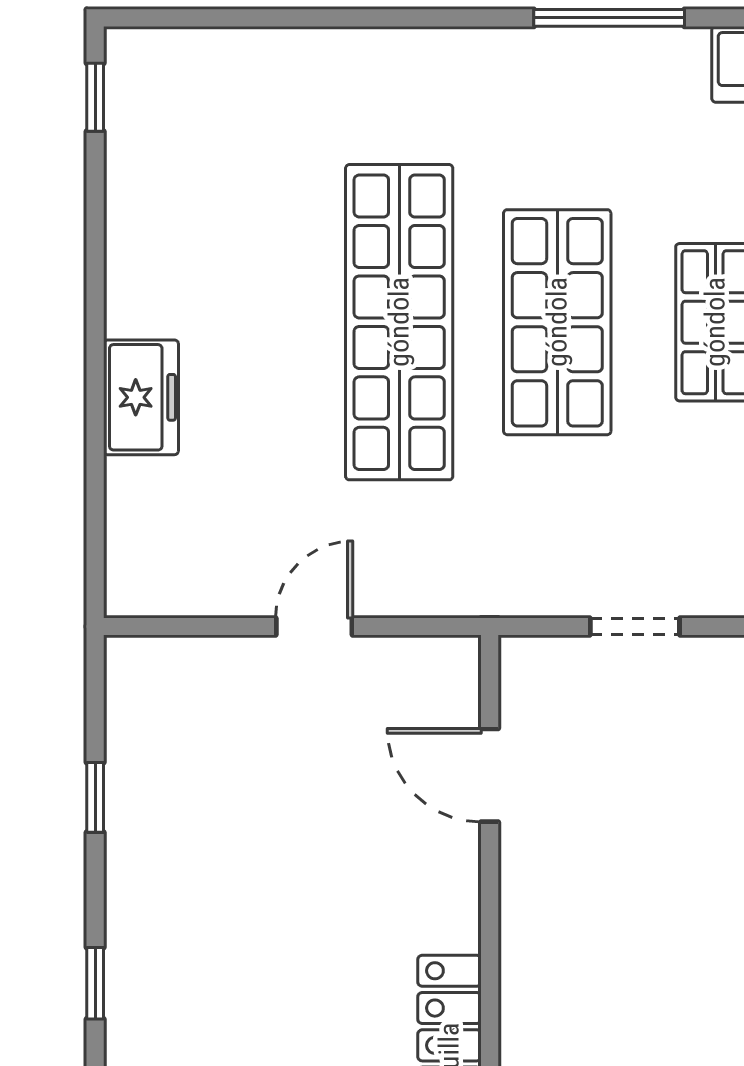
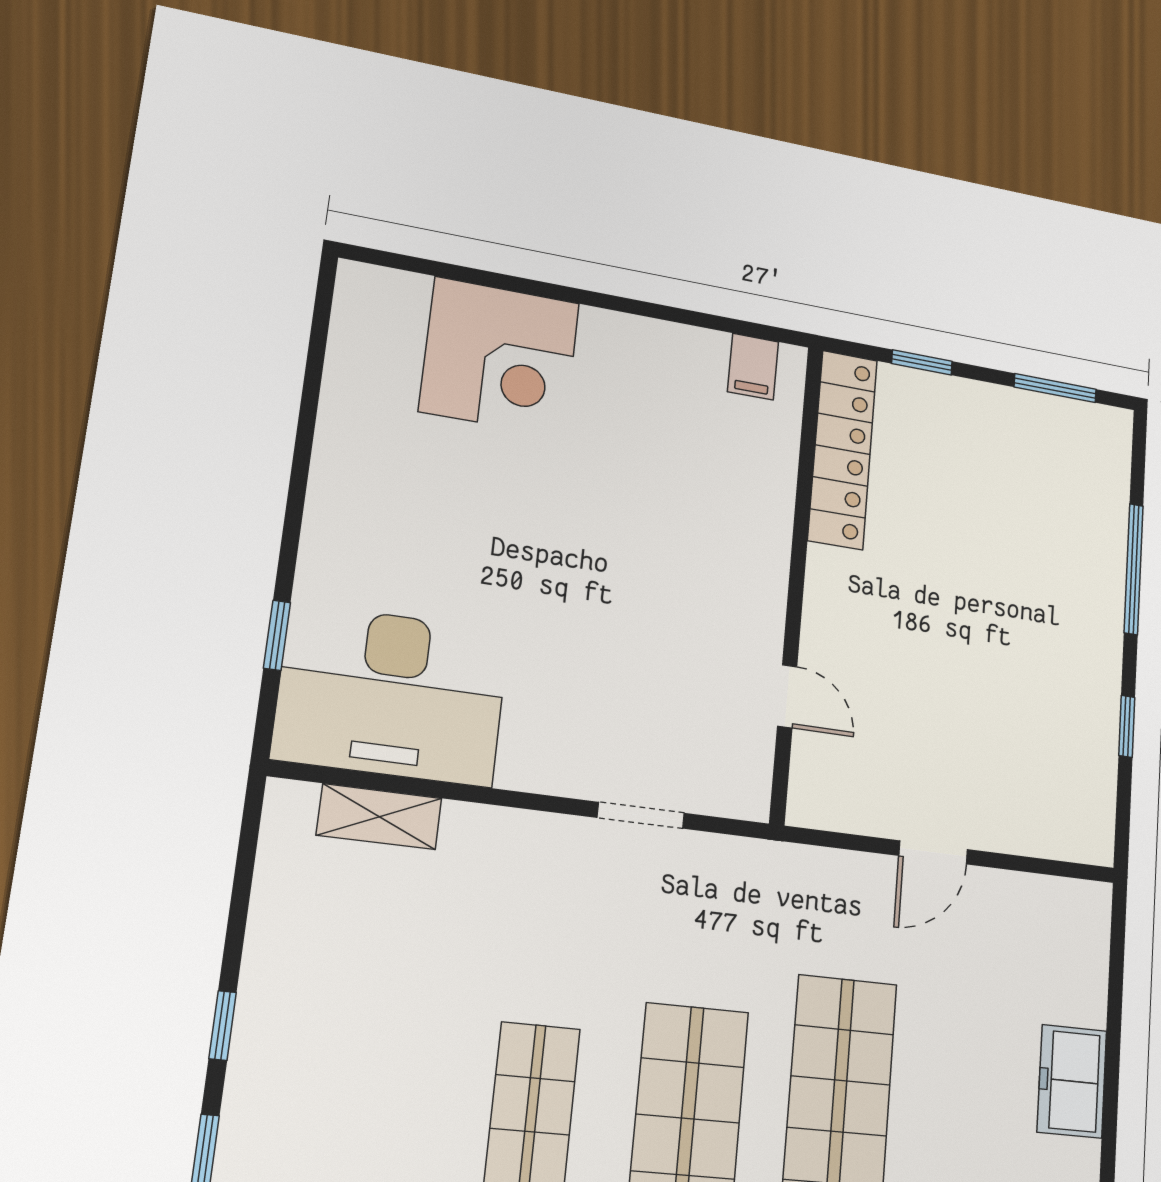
door: (490, 775) -> (787, 696), width x0.73
window: (95, 983) -> (1134, 569), width x2.17

